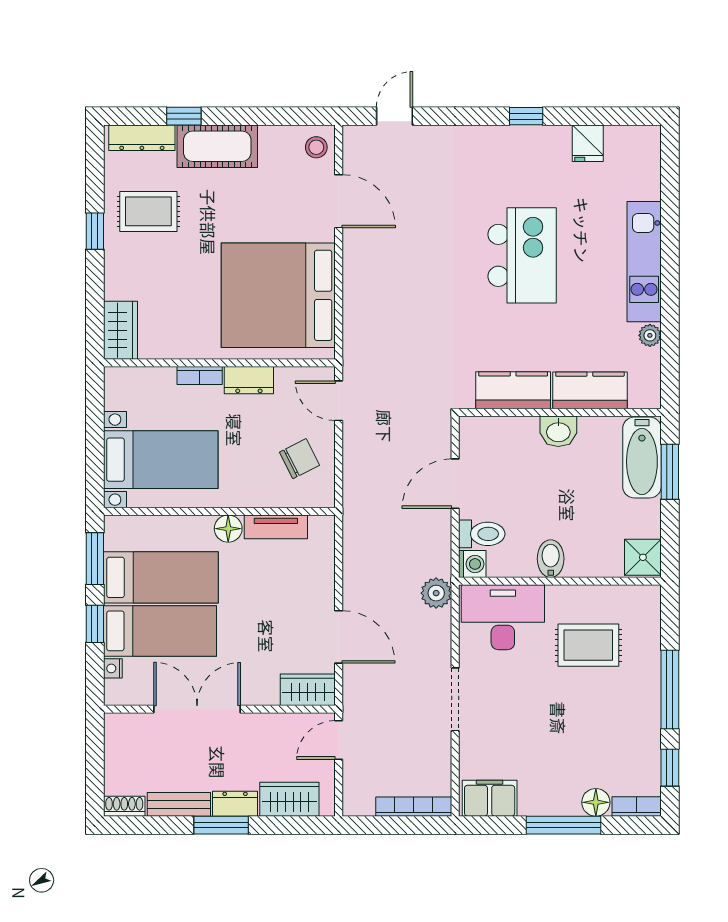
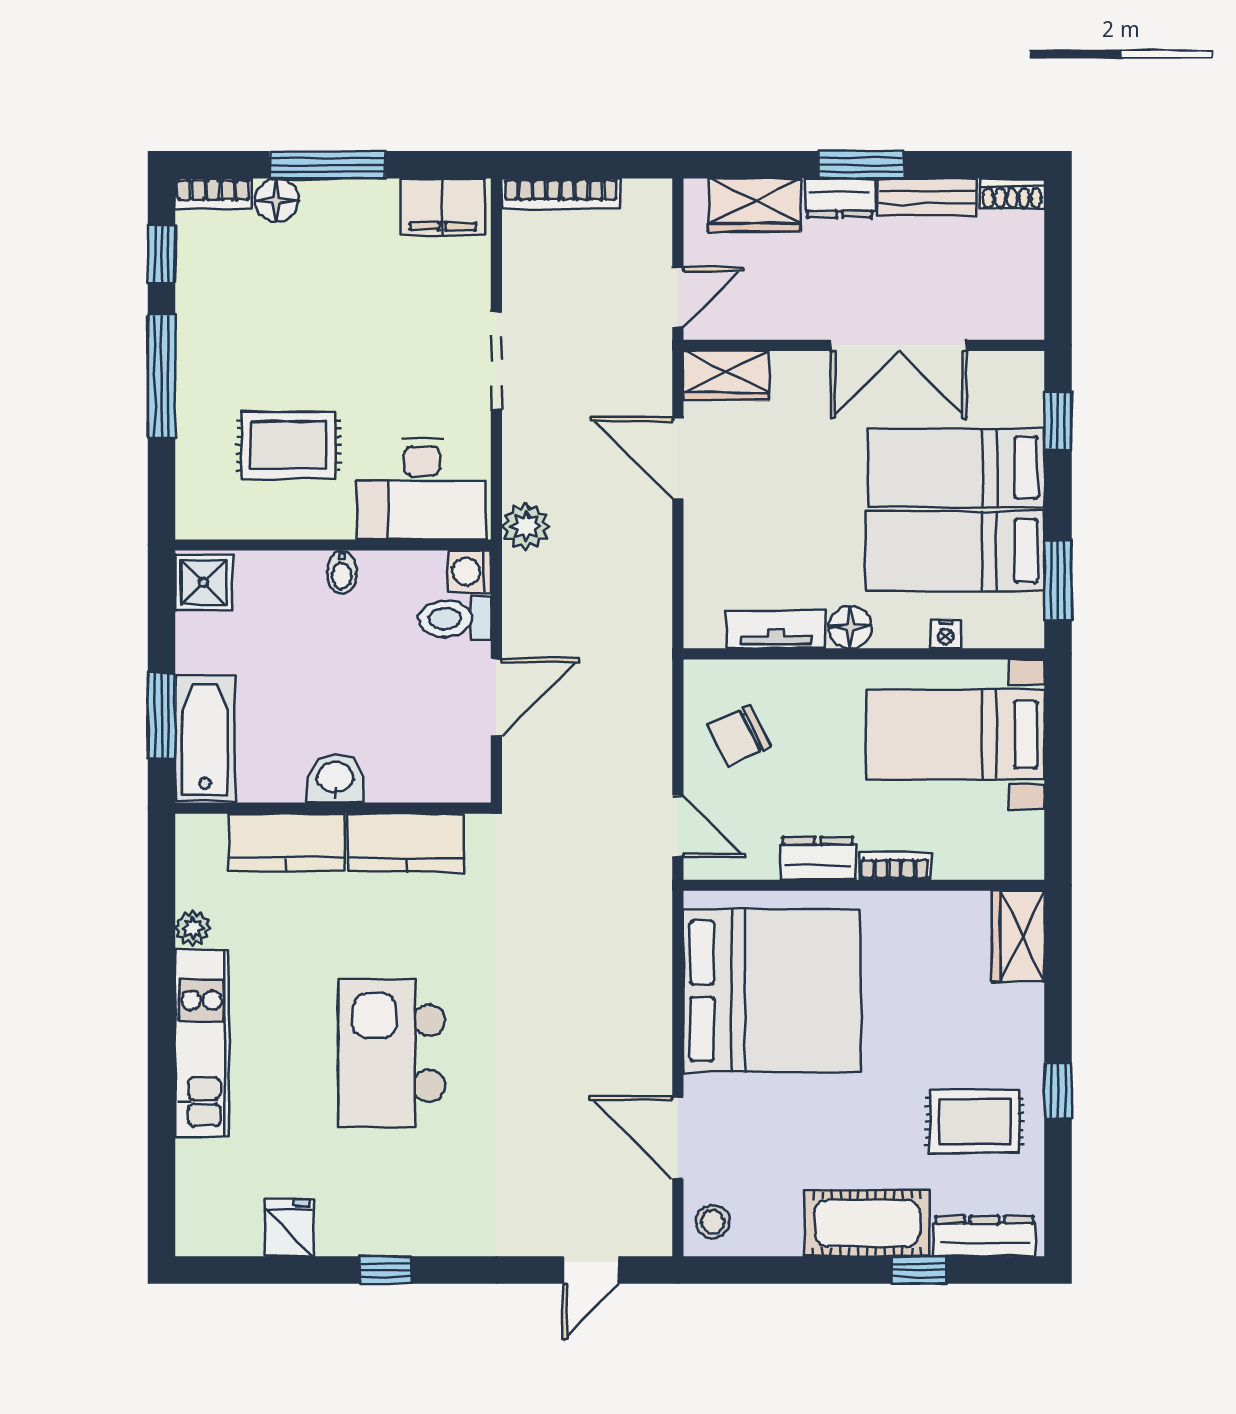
bidet: (551, 559) -> (342, 572), width x0.72, depth x0.74
window: (95, 624) -> (1058, 421), moved
nightstand: (113, 668) -> (946, 634), moved, turned 90

